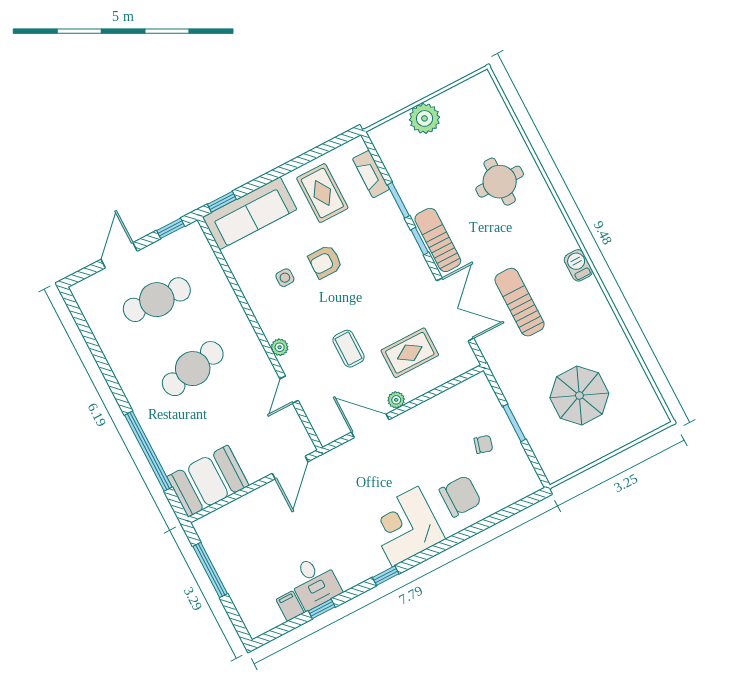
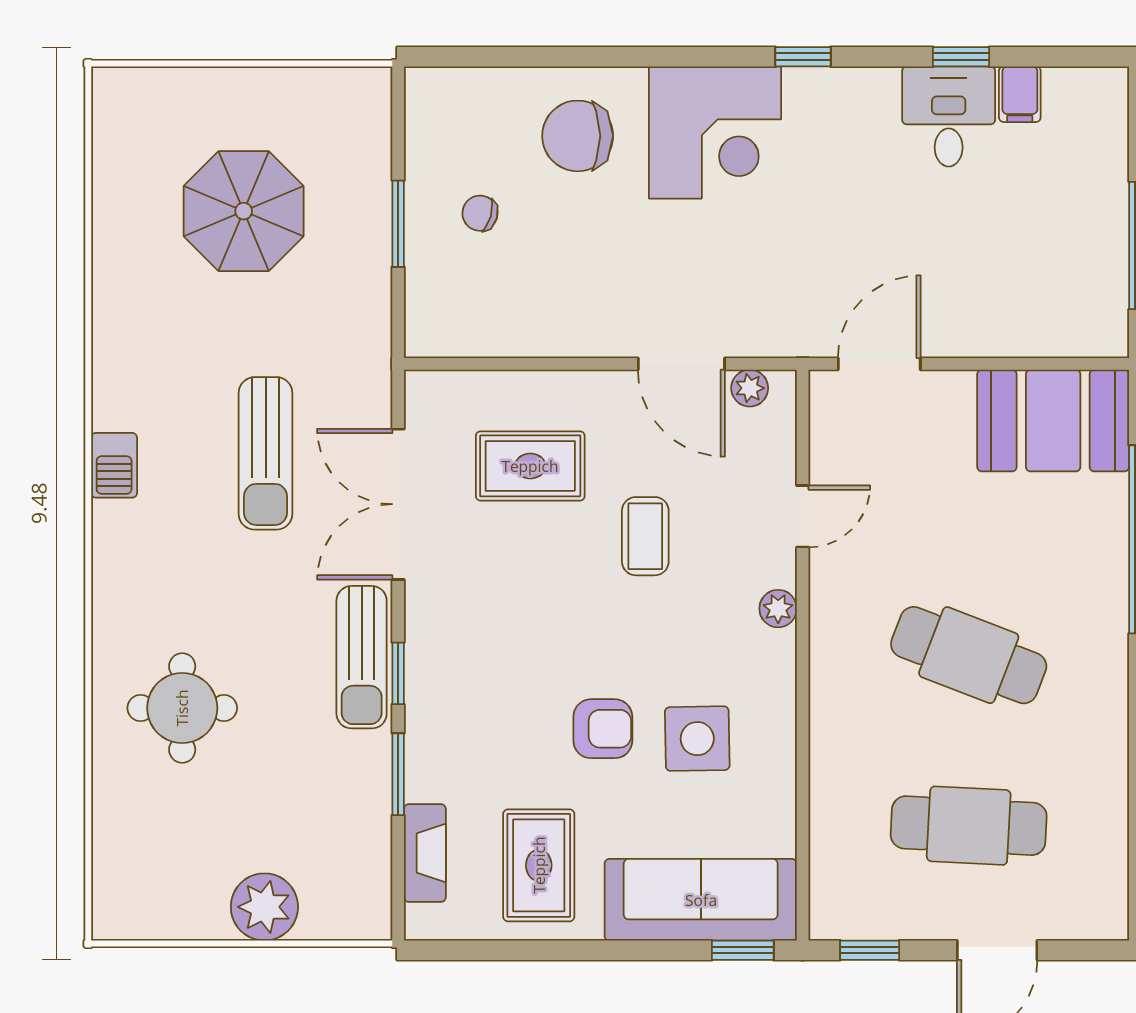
side table: (285, 278) -> (697, 739), width x1.87, depth x1.87
cafe table: (193, 369) -> (969, 655), turned 33
plant: (396, 400) -> (750, 388), moved

